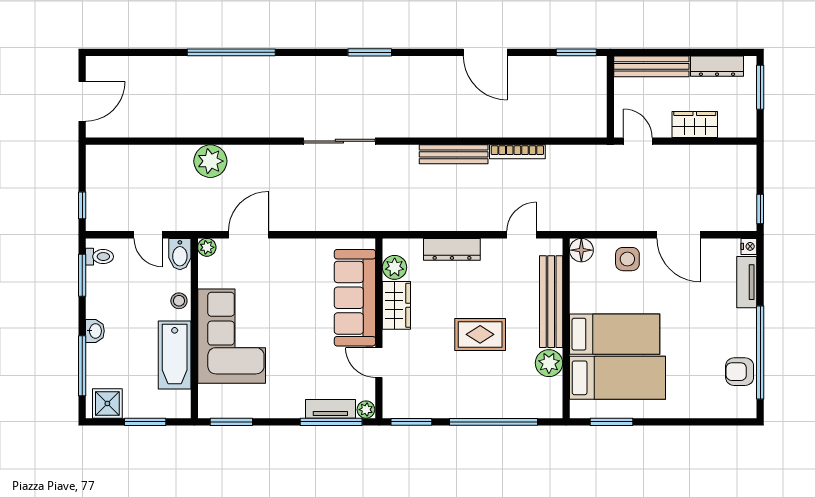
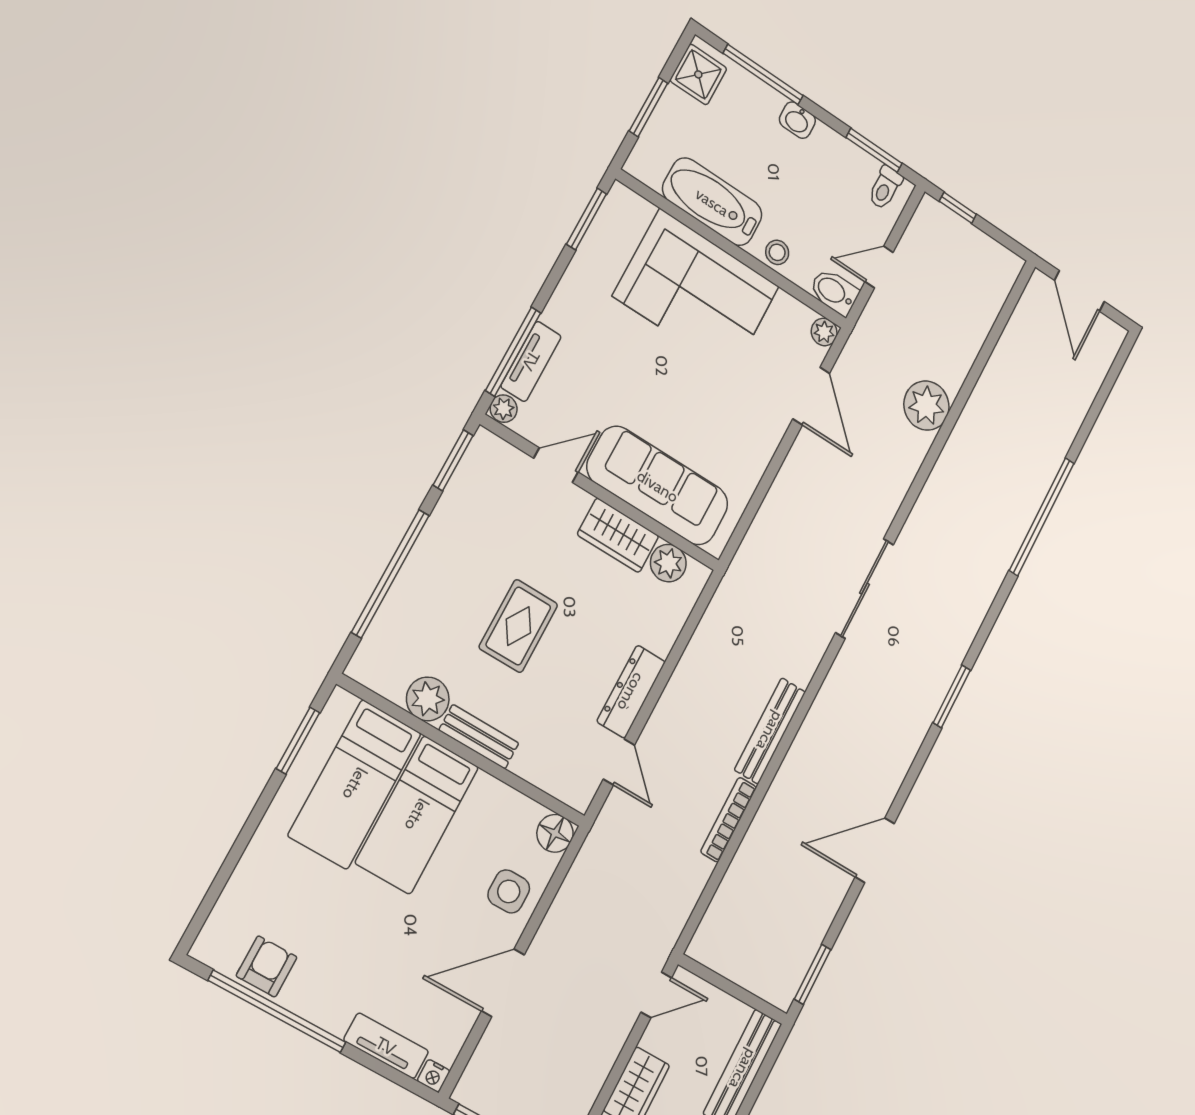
dresser: (452, 249) -> (631, 692), moved
bench: (551, 302) -> (479, 737), width x0.54, depth x0.82

